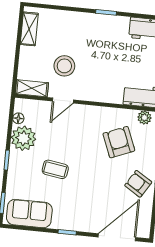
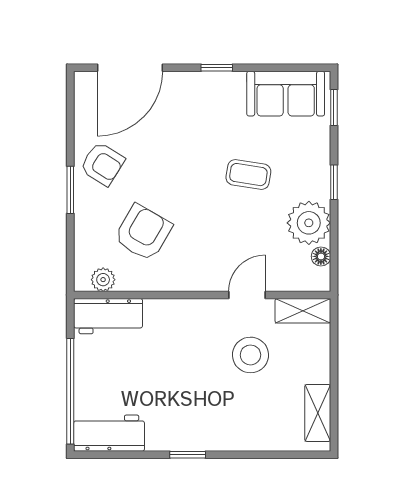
armchair: (119, 142) -> (143, 233), turned -128

